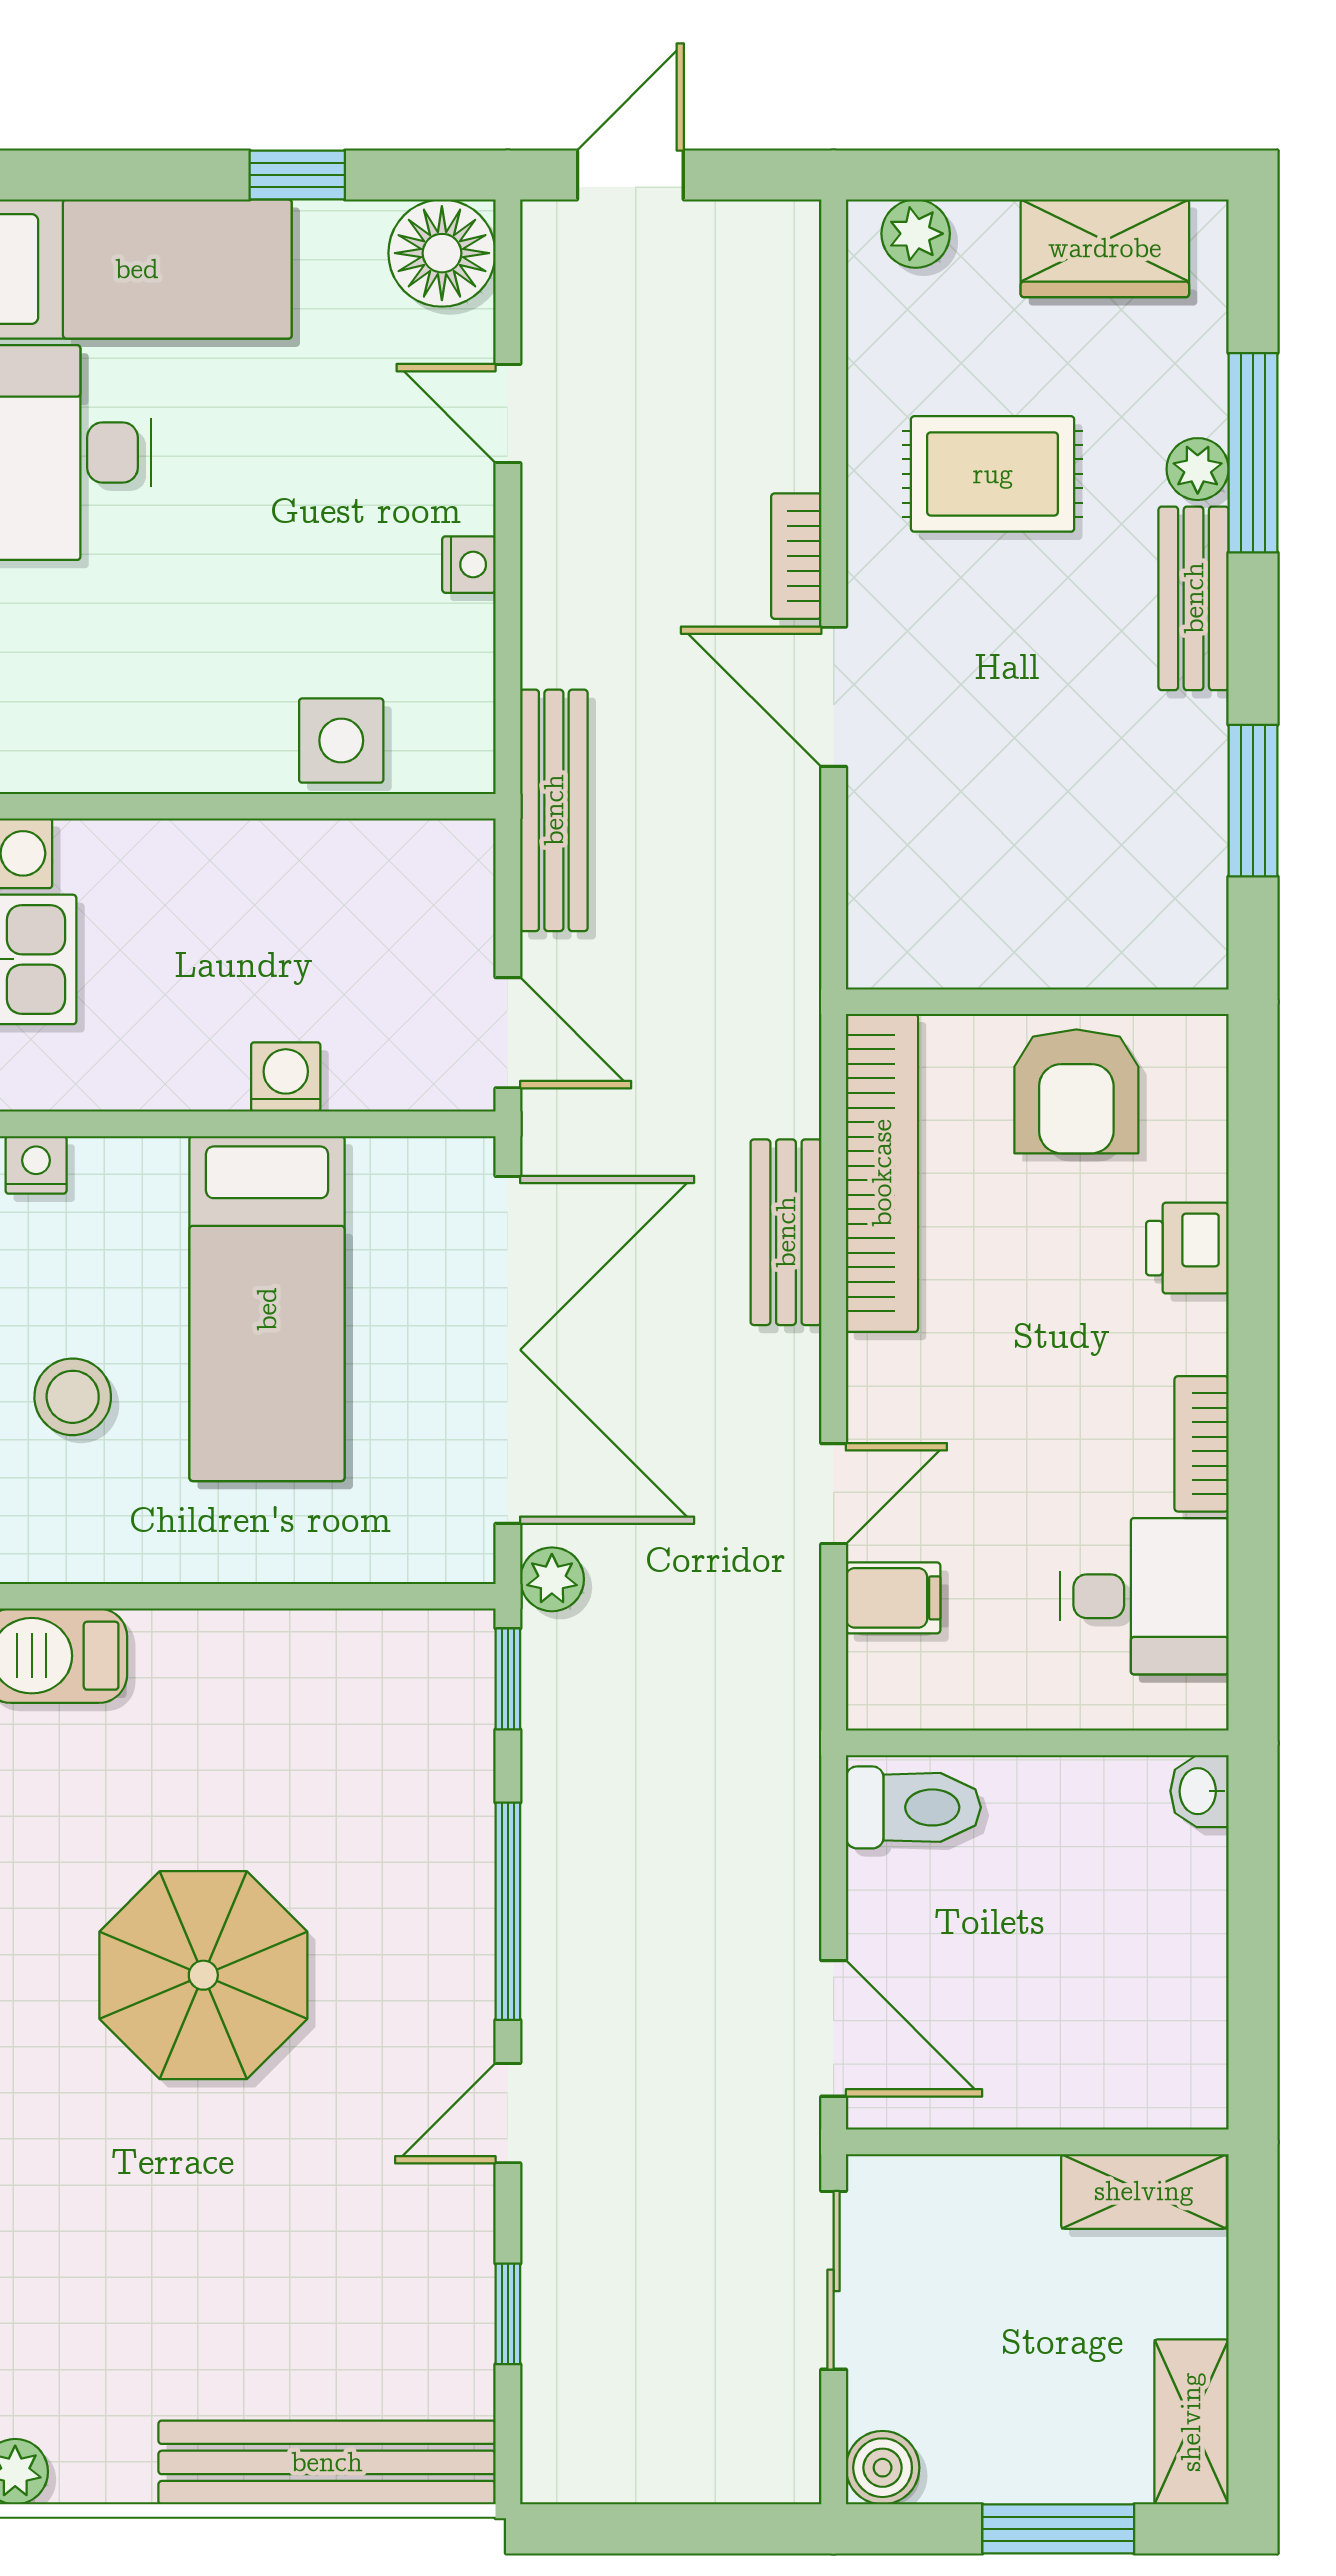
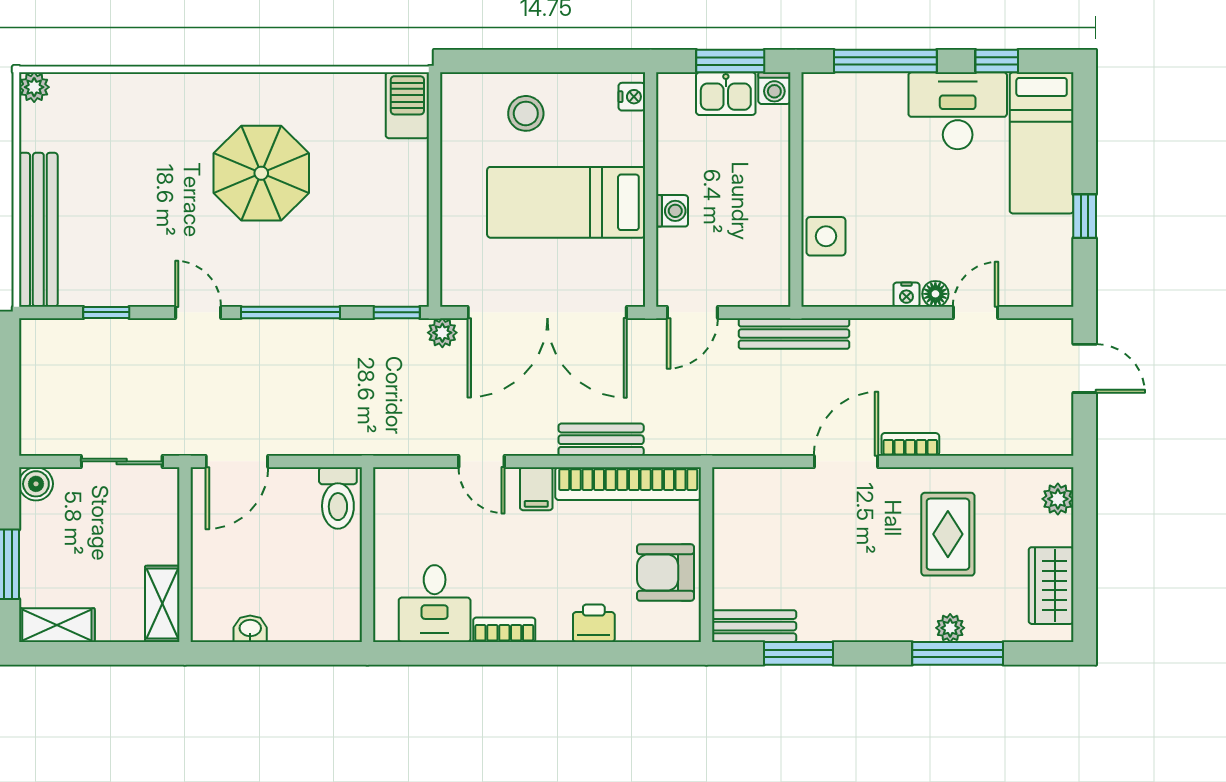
floor lamp: (442, 253) -> (935, 294), moved, width x0.53, depth x0.53
bench: (1194, 598) -> (754, 626), moved
filing cabinet: (893, 1598) -> (536, 489), moved
washbasin: (1199, 1791) -> (250, 629), moved

